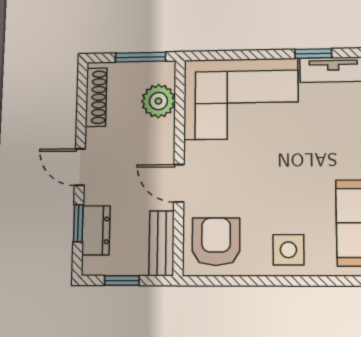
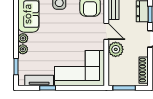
plant: (158, 101) -> (116, 49), moved

